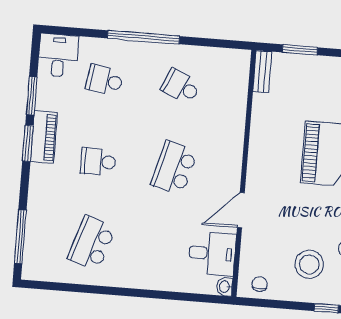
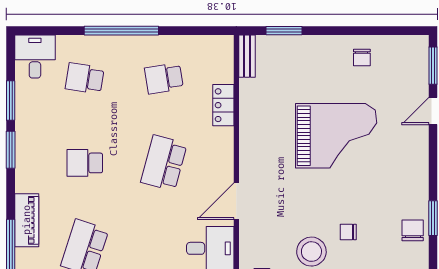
school desk: (181, 86) -> (164, 78), turned -33
locker: (236, 117) -> (223, 105), added
piano: (44, 137) -> (27, 220), moved

